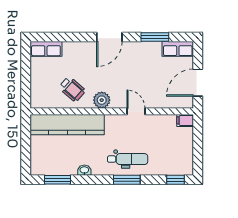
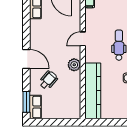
window: (155, 37) -> (26, 102), moved
wheelchair: (72, 89) -> (48, 80), moved

